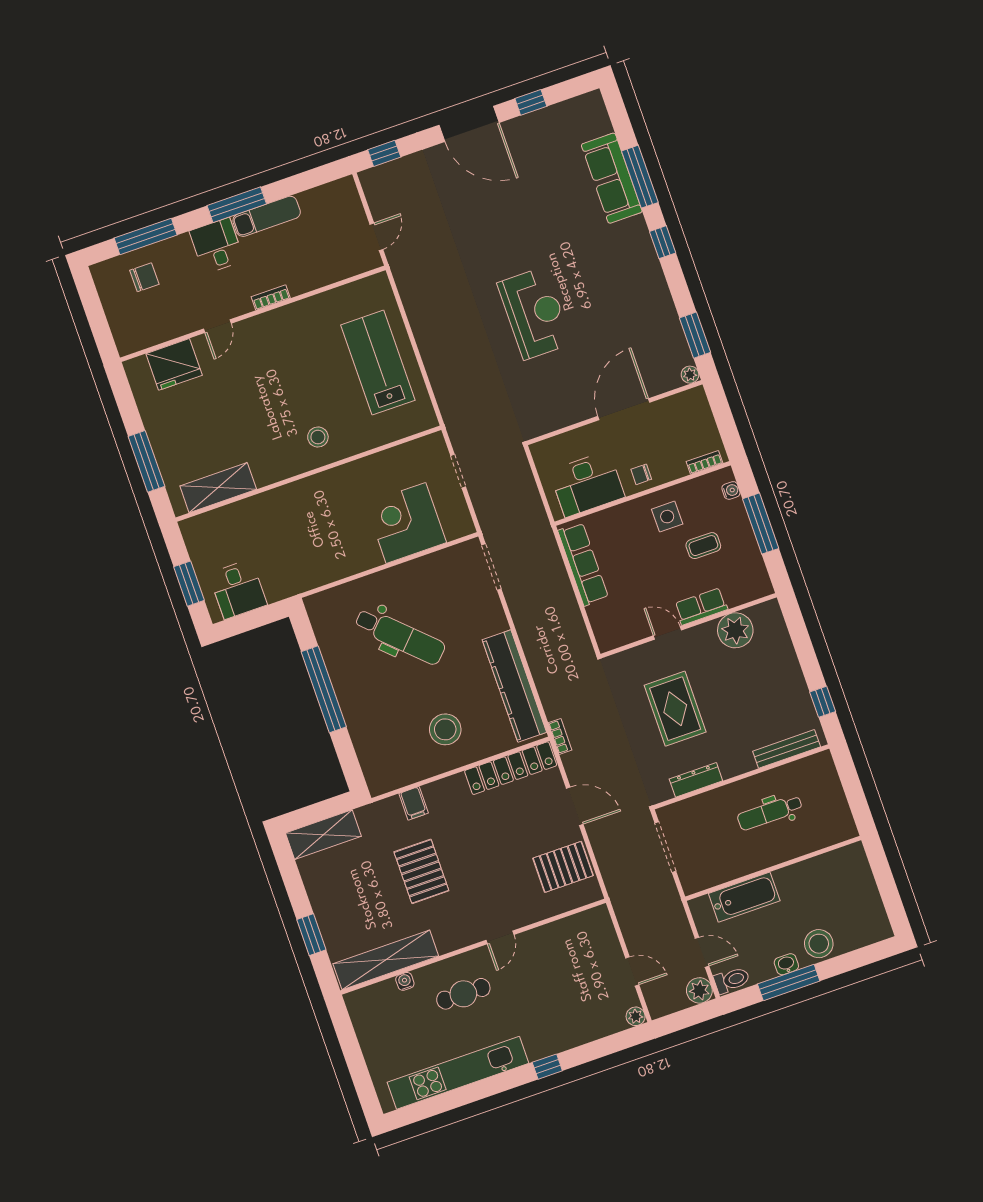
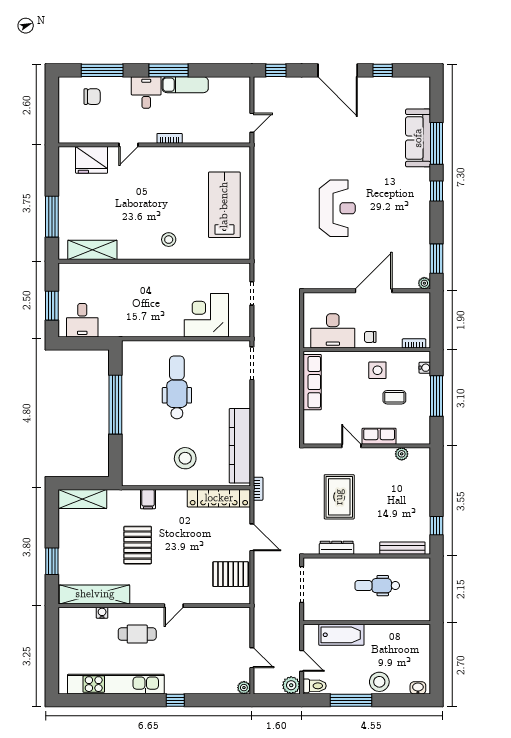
plant: (735, 630) -> (402, 454), width x0.53, depth x0.53
dental chair: (400, 636) -> (177, 387), turned -134
washbasin: (786, 964) -> (418, 688), moved

